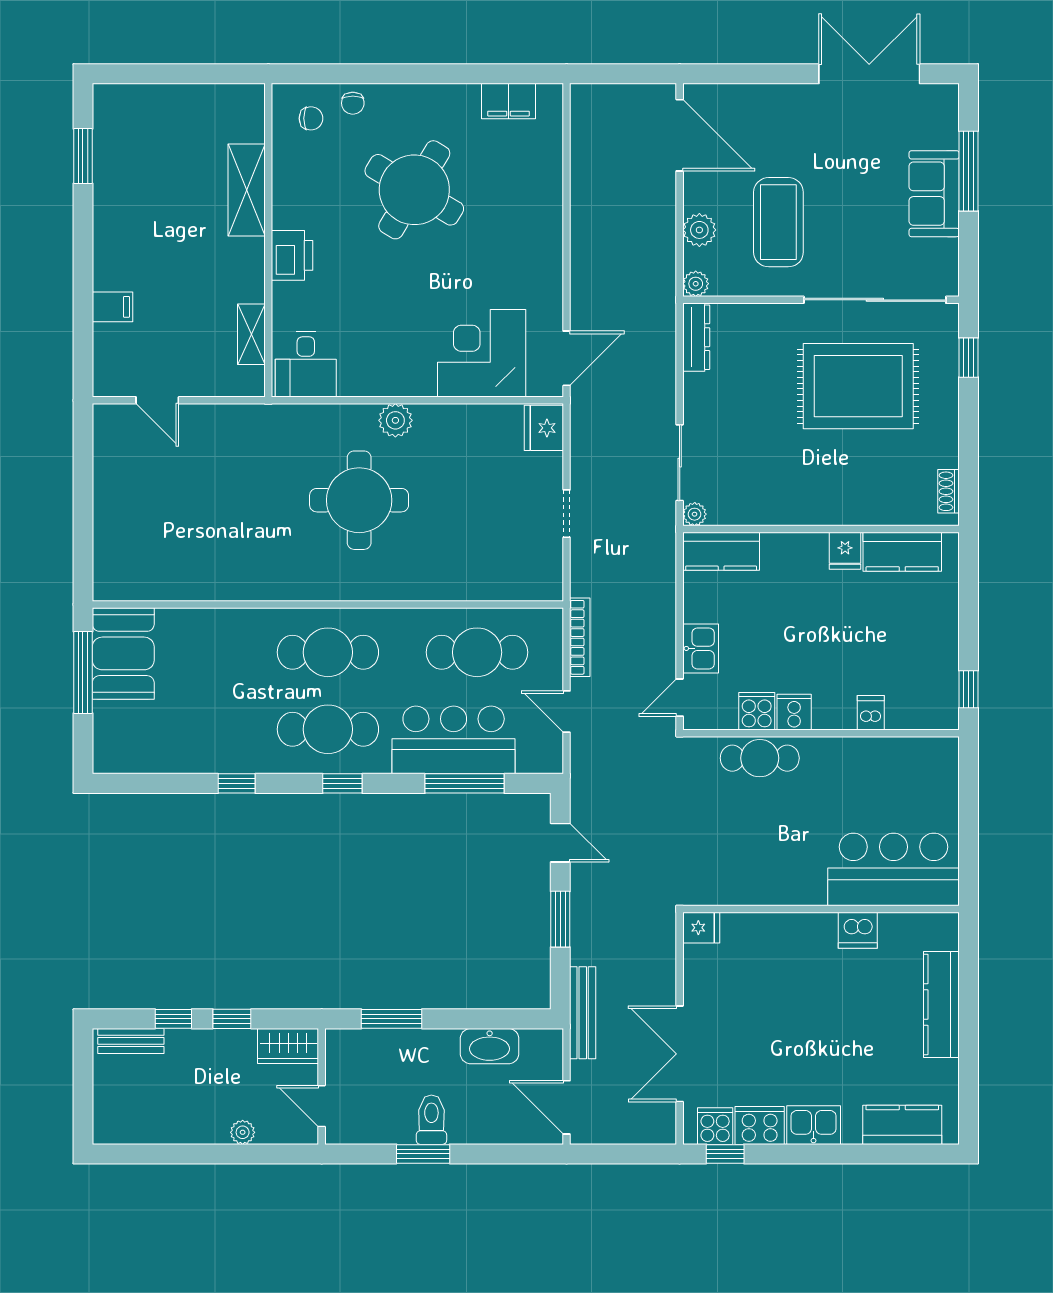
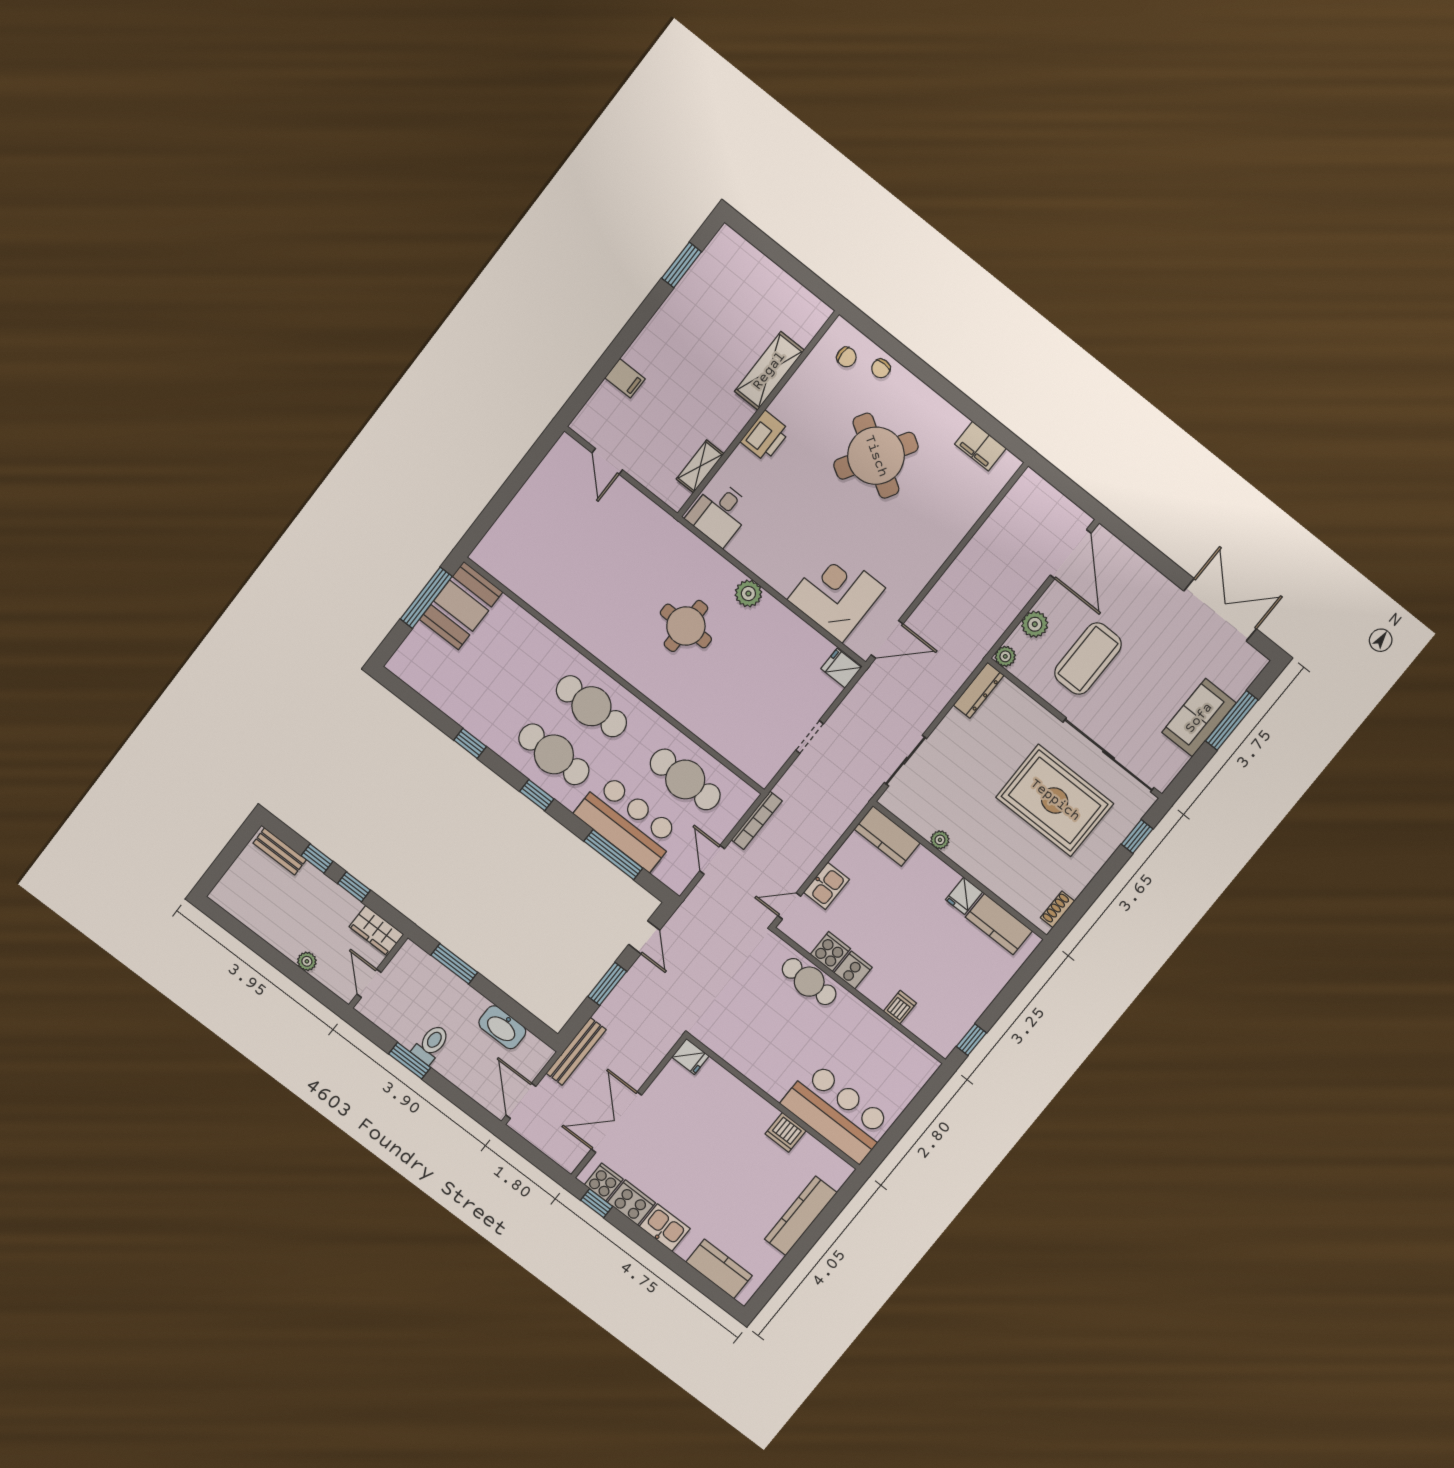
fridge: (544, 428) -> (841, 668), width x0.72
round table: (359, 500) -> (686, 626), width x0.73, depth x0.73
plant: (695, 514) -> (940, 840), moved

